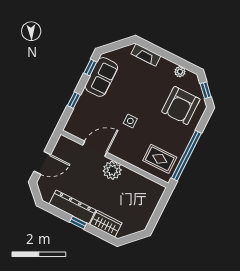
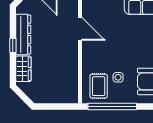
side table: (130, 121) -> (118, 77), moved
plant: (112, 170) -> (70, 52), removed

